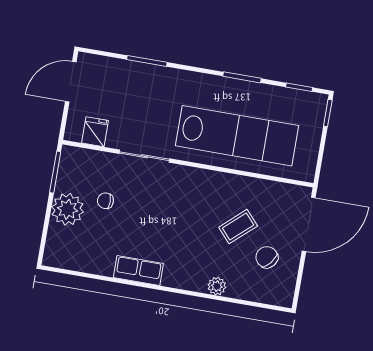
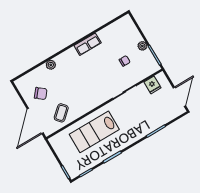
lab bench: (237, 136) -> (94, 132), width x0.73
plant: (68, 209) -> (142, 46), width x0.53, depth x0.53
coffee table: (238, 227) -> (61, 113), moved

